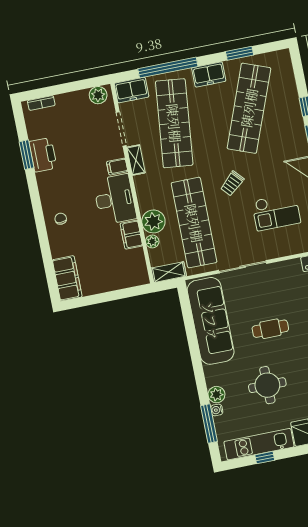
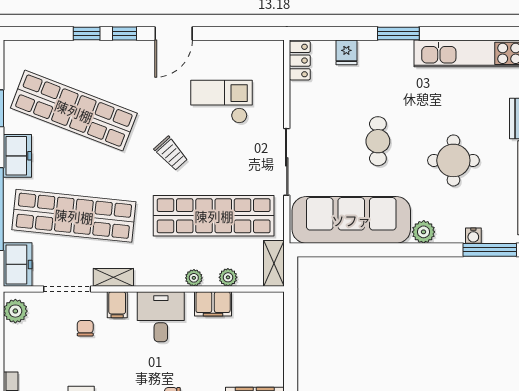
chair: (96, 147) -> (85, 328), added
desk: (115, 199) -> (161, 317), width x0.73
checkout: (276, 212) -> (221, 102), turned -90
plant: (153, 221) -> (194, 278), width x0.53, depth x0.53
plant: (216, 395) -> (424, 232), moved

